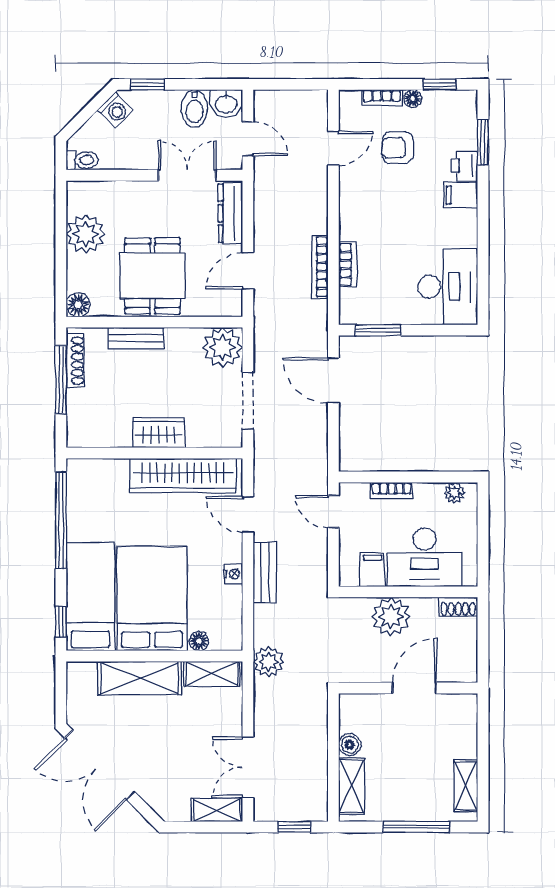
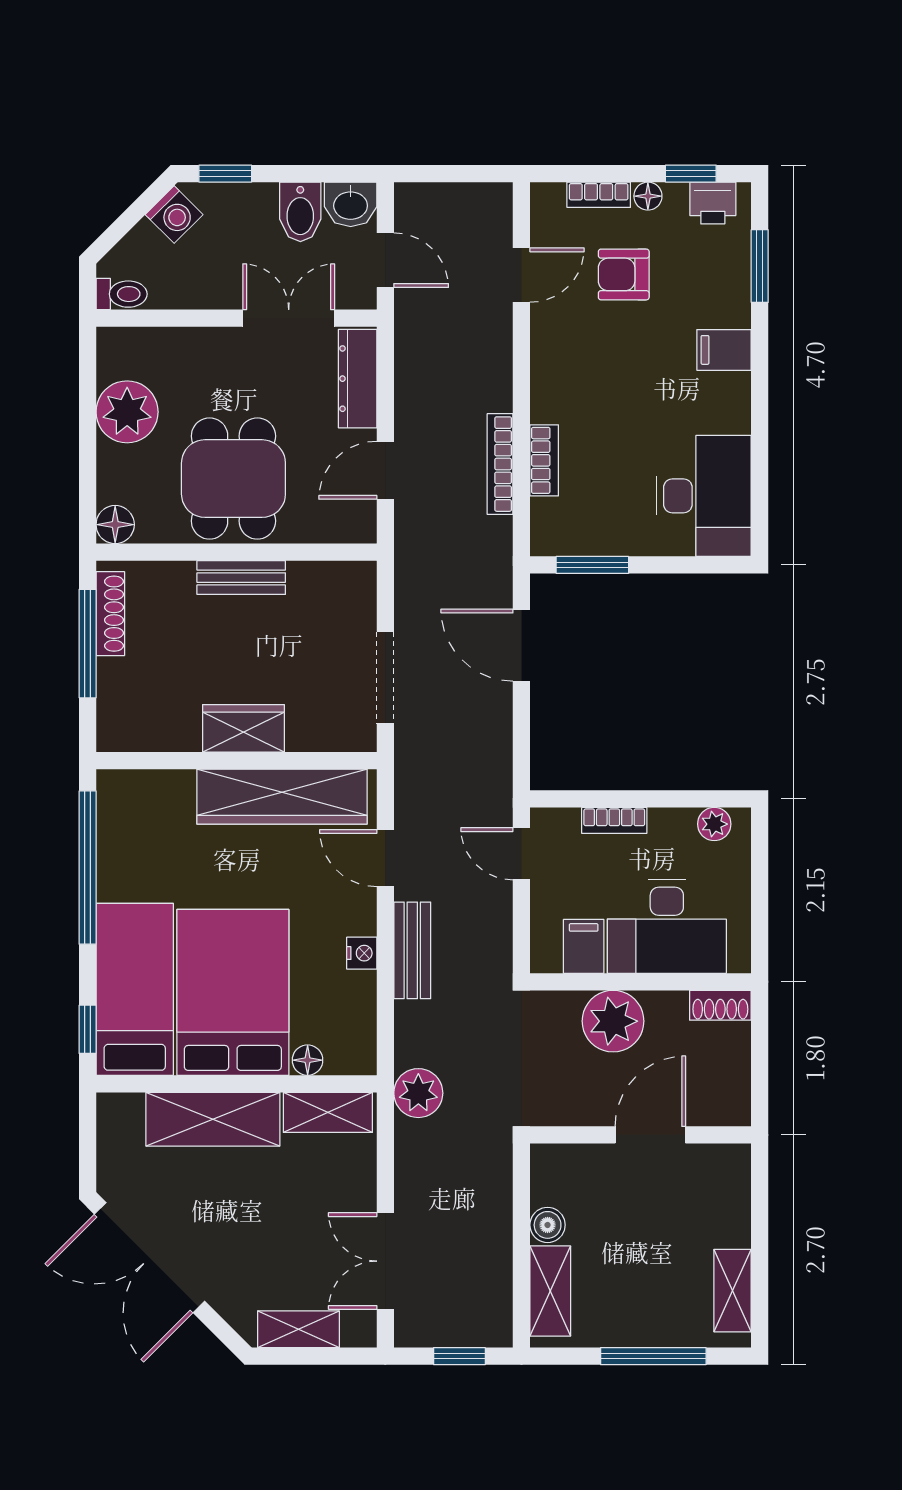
printer: (464, 166) -> (713, 203), moved, turned -90
bench: (136, 338) -> (241, 578), moved
plant: (223, 347) -> (345, 592), removed
shelving: (217, 810) -> (298, 1329), moved

